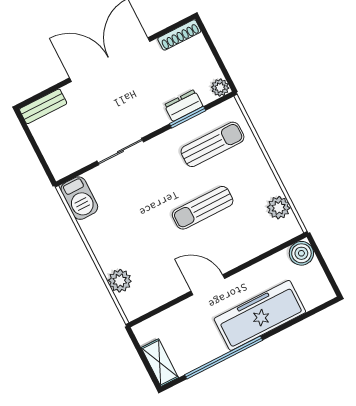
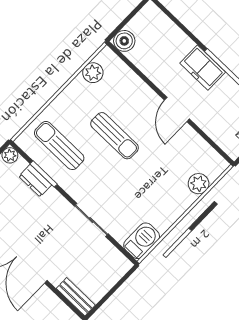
freezer: (260, 315) -> (203, 68), width x0.52, depth x0.79

